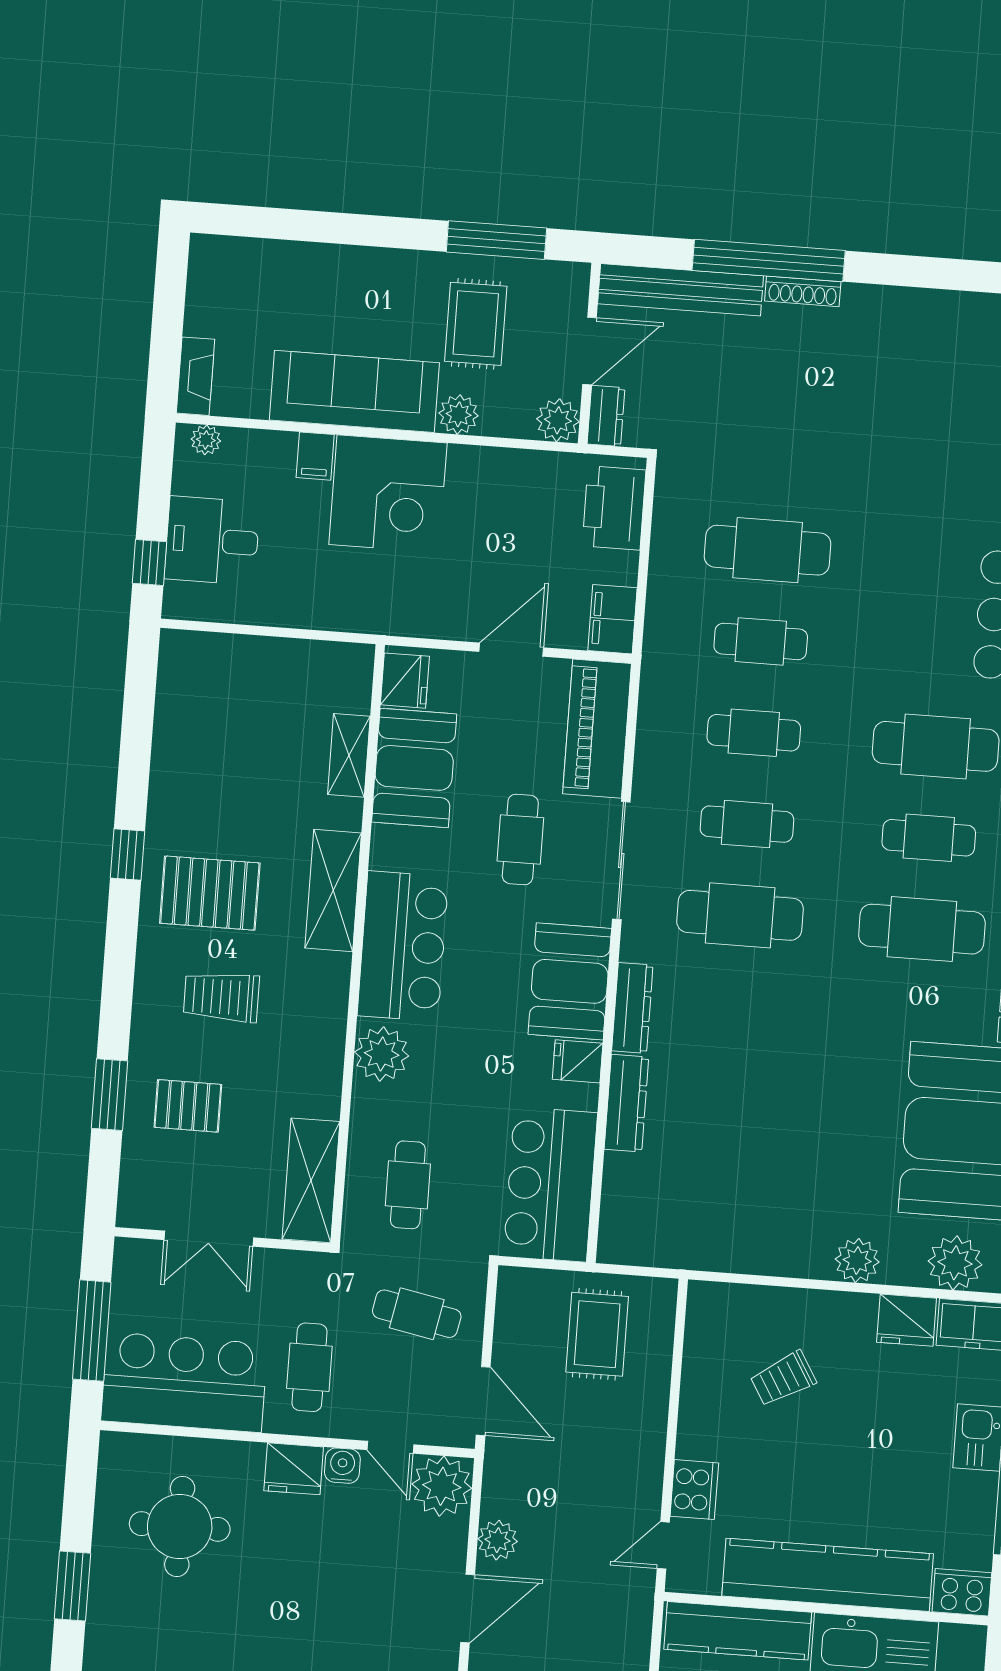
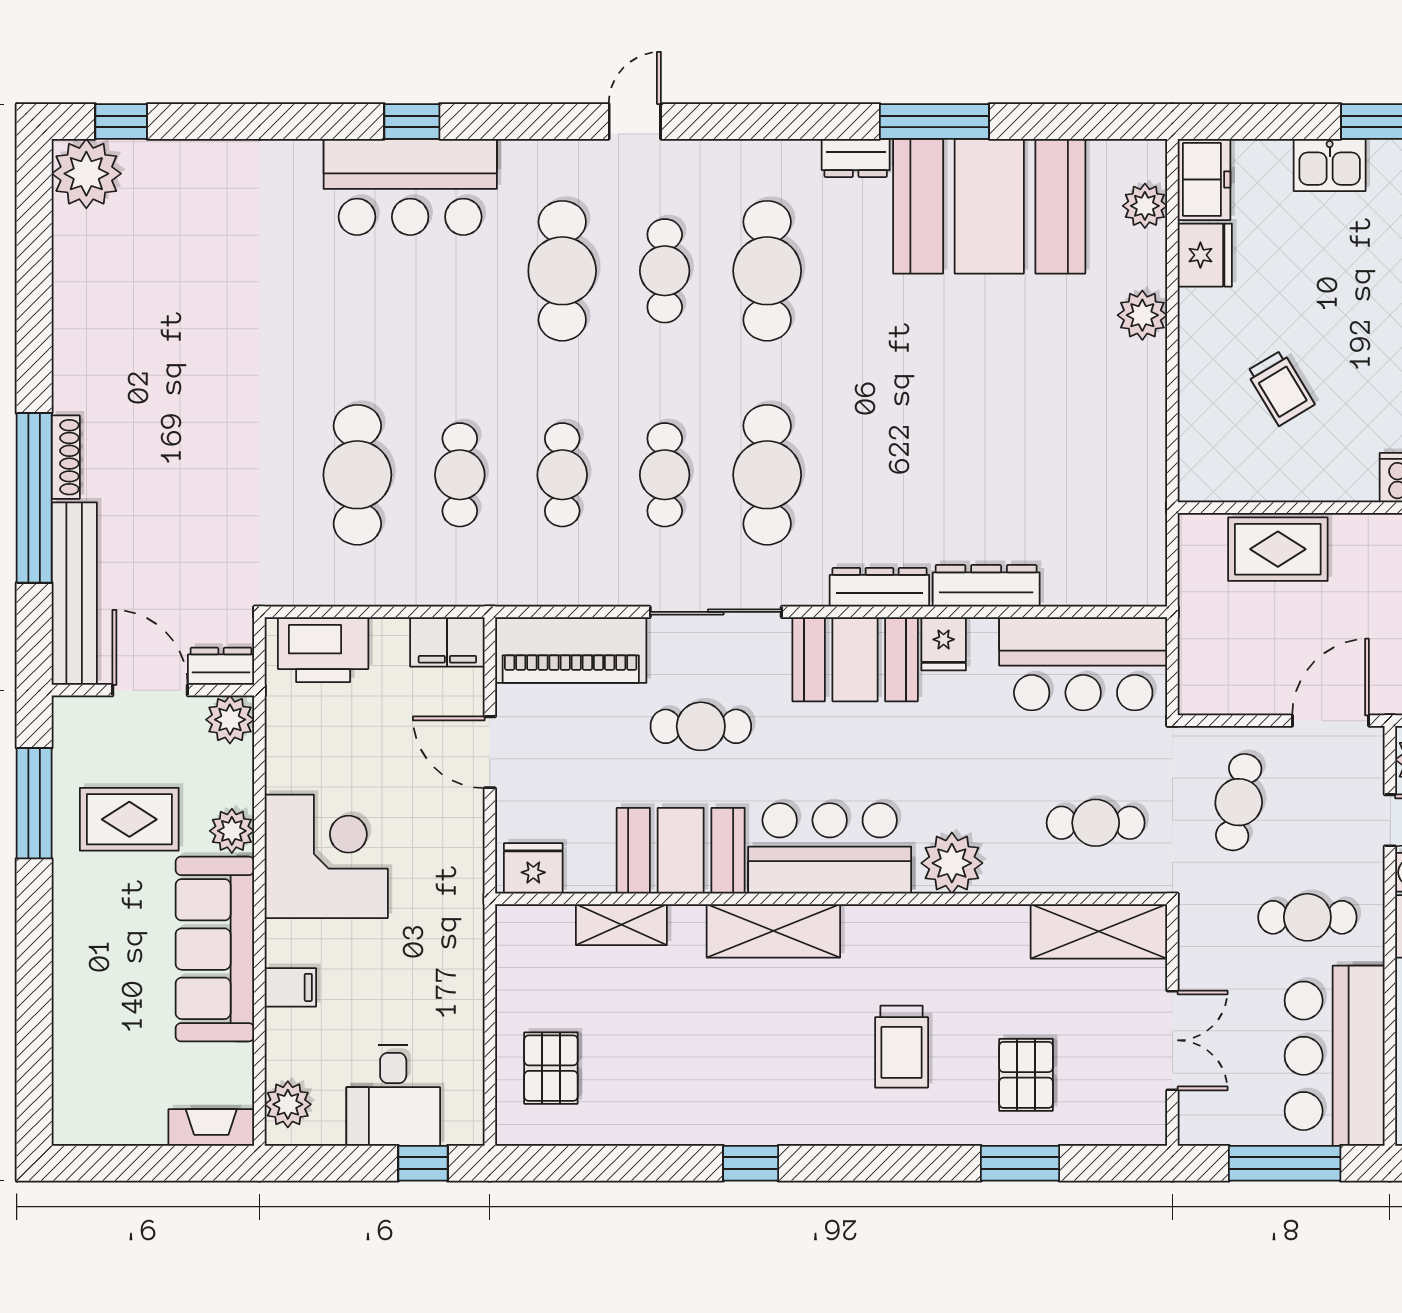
plant: (206, 440) -> (288, 1104), width x1.38, depth x1.38
corner desk: (388, 494) -> (326, 856), moved
booth: (414, 768) -> (681, 851), moved
pallet: (210, 893) -> (551, 1068), moved, width x0.67, depth x0.71
plant: (955, 1263) -> (1145, 206), width x0.73, depth x0.73
rug: (597, 1334) -> (1278, 549), moved

